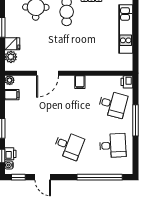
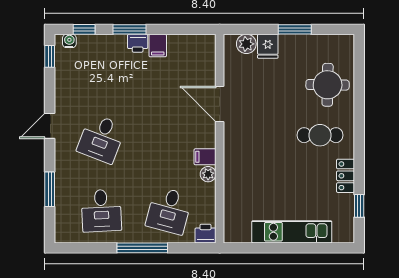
plant: (10, 80) -> (208, 174), moved
filing cabinet: (12, 95) -> (158, 46), moved
printer: (10, 154) -> (138, 43), moved
door: (43, 177) -> (50, 126), moved
window: (100, 177) -> (50, 189), width x0.47

